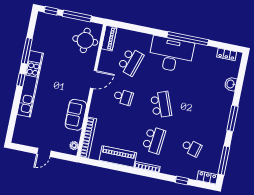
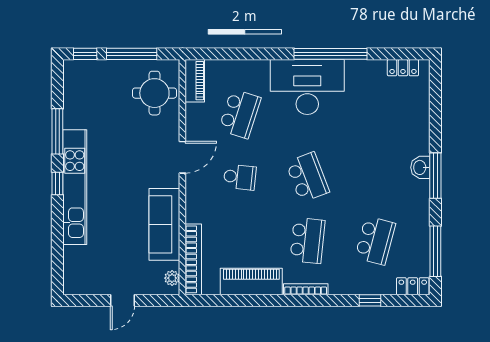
washbasin: (231, 84) -> (420, 167), moved
sofa: (76, 115) -> (164, 224), width x1.36
school desk: (192, 148) -> (375, 240), width x1.85

